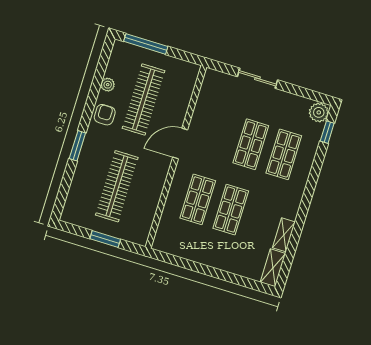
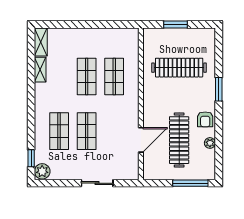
door: (180, 144) -> (141, 140), moved
clothes rail: (117, 186) -> (179, 68), turned 90

